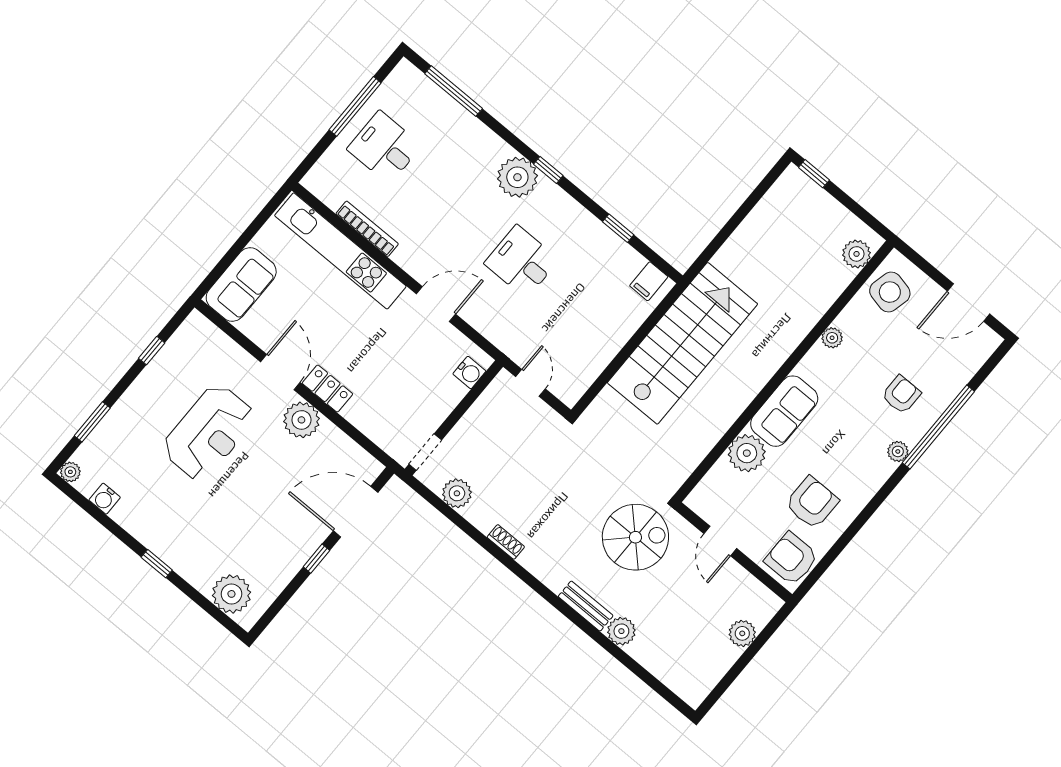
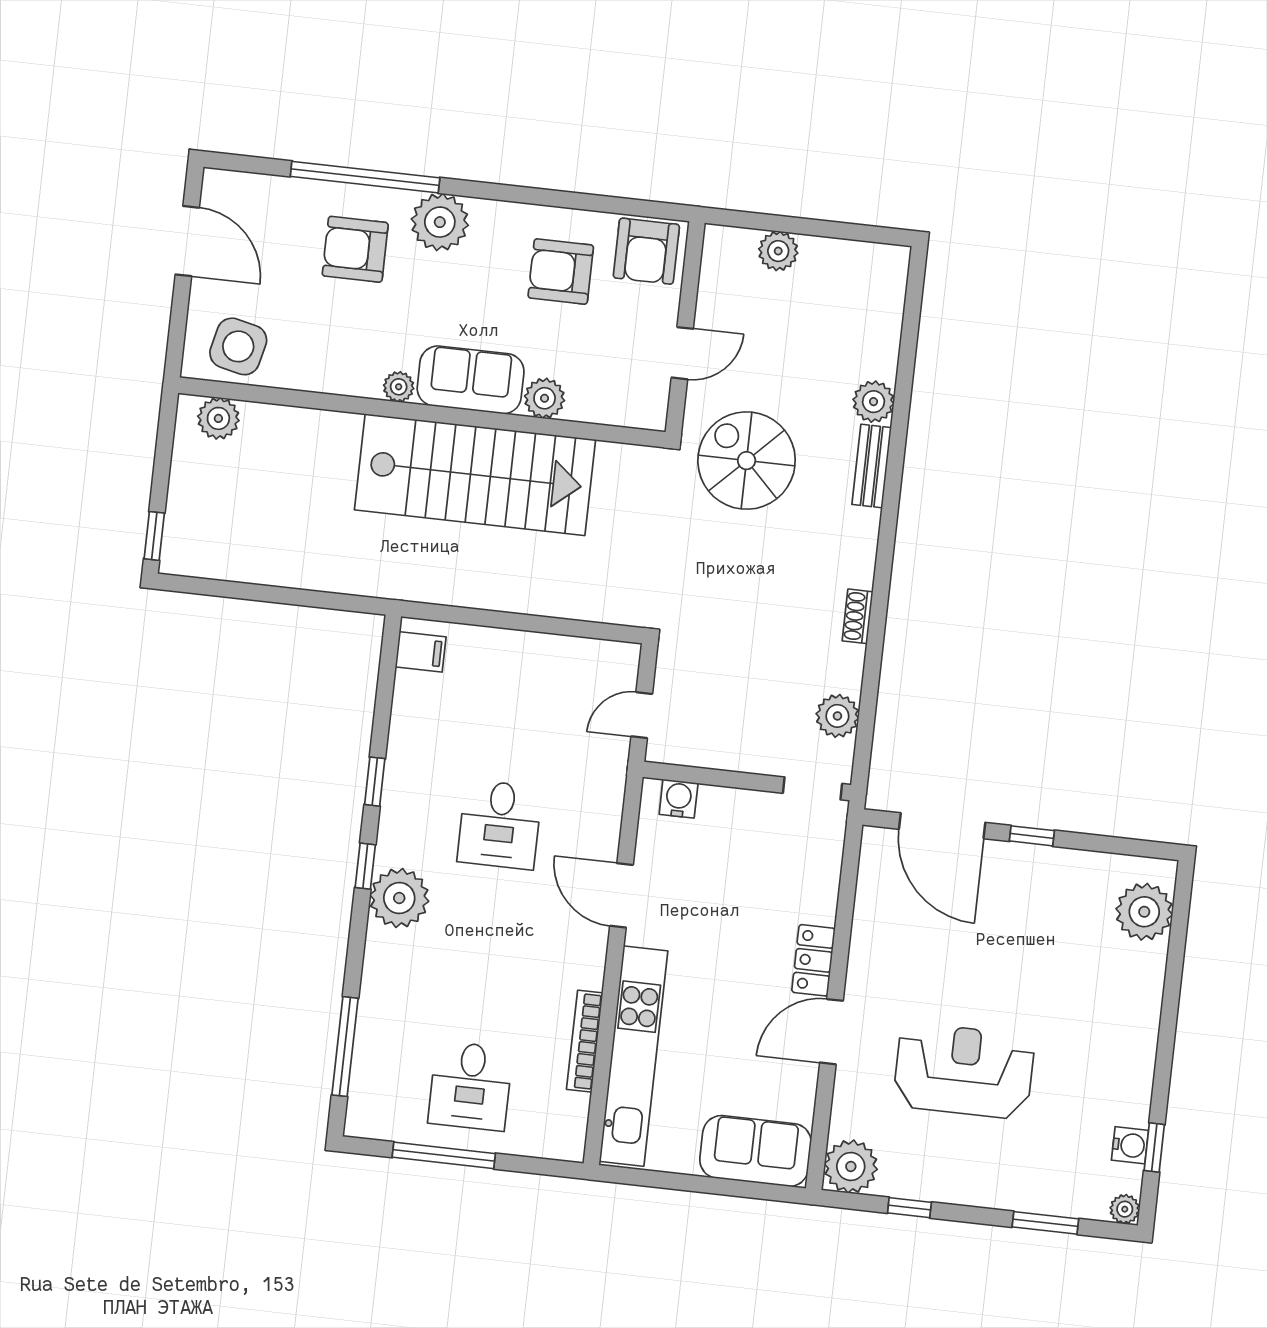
window: (618, 228) -> (375, 782), moved
plant: (832, 338) -> (399, 387), moved
stairs: (682, 343) -> (475, 475), moved, turned 180
armchair: (901, 395) -> (355, 249), width x1.38, depth x1.38
plant: (301, 420) -> (851, 1166), moved
plant: (898, 451) -> (440, 222), width x1.87, depth x1.87
plant: (747, 453) -> (545, 398), width x0.73, depth x0.73
window: (157, 564) -> (1154, 1148), moved

